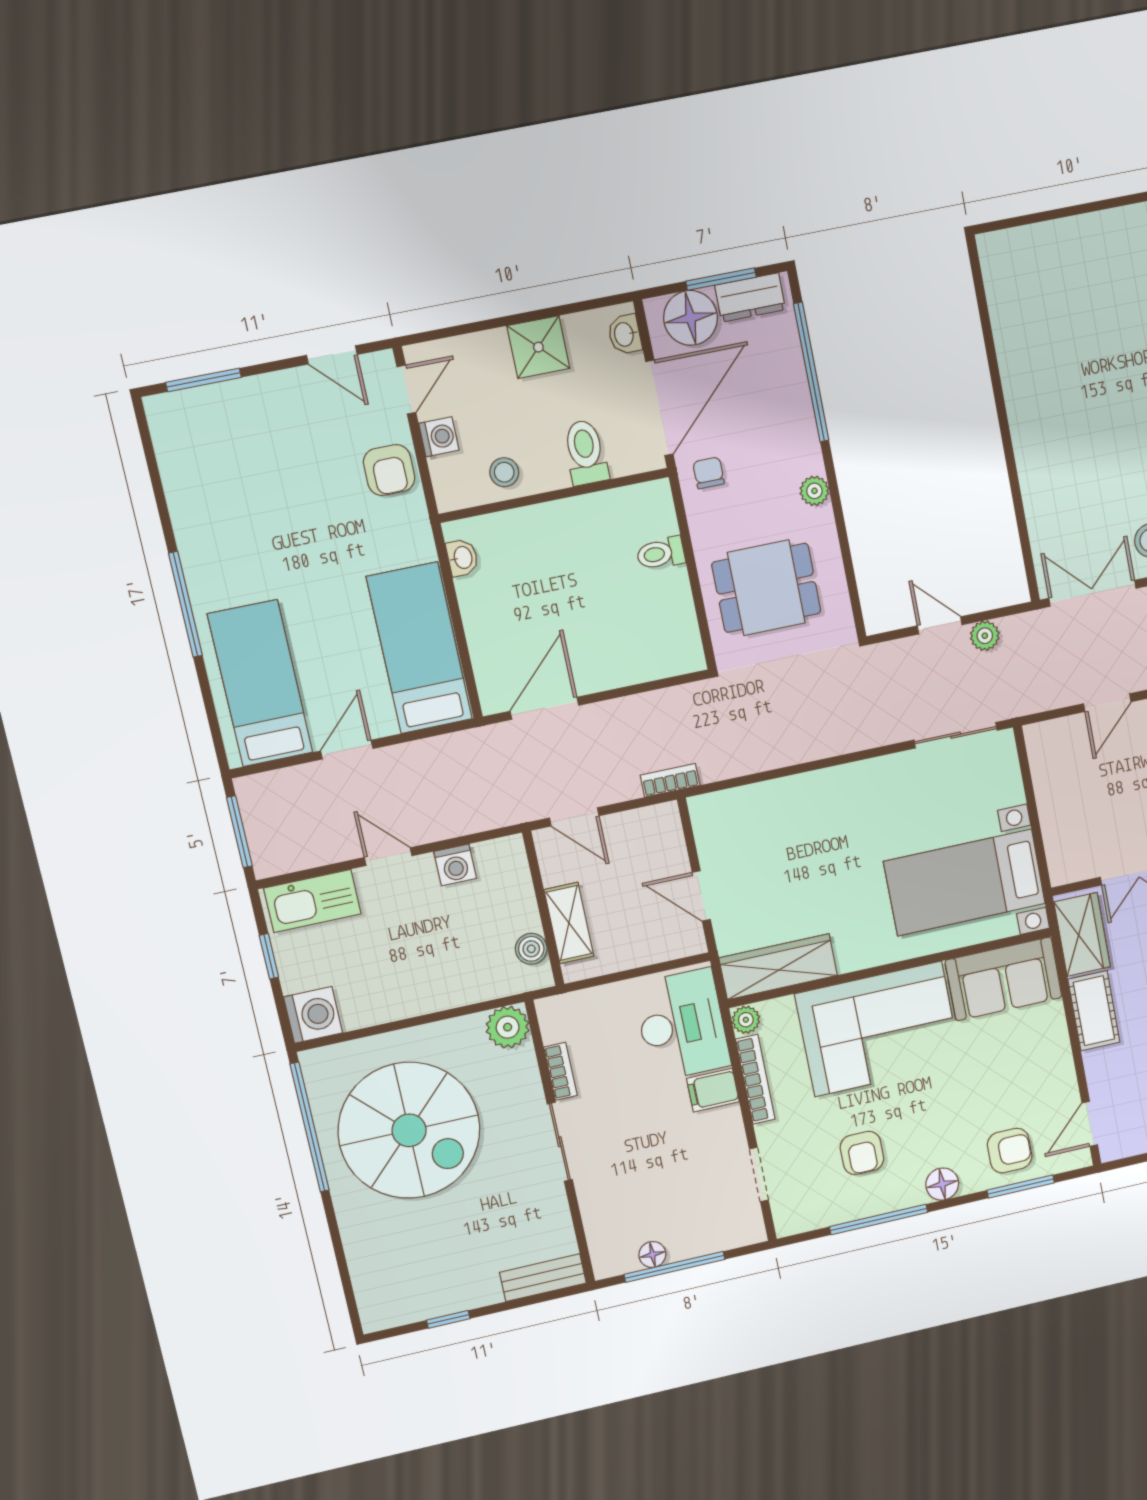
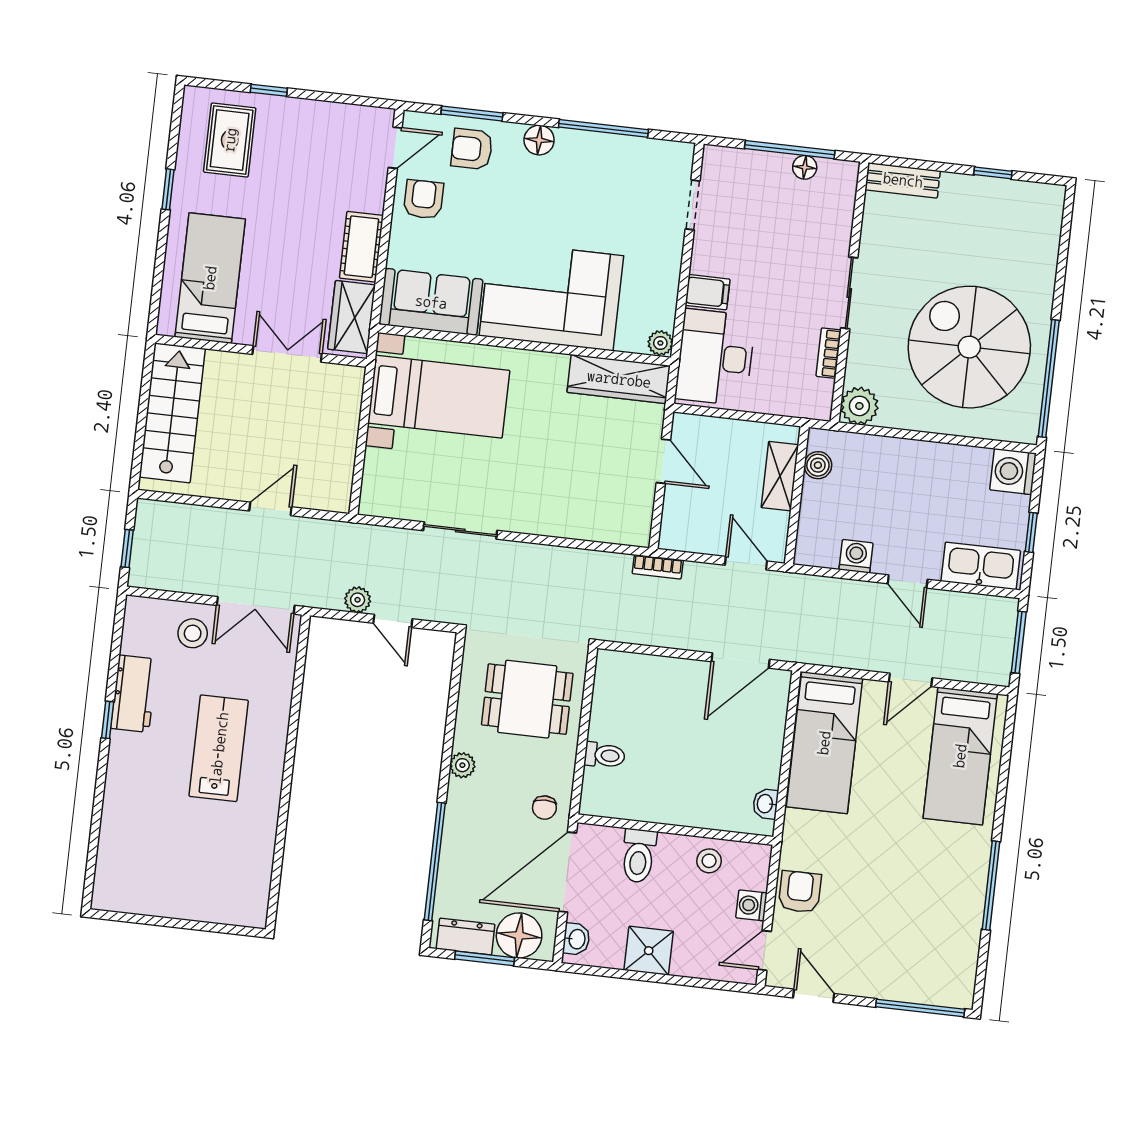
window: (203, 380) -> (920, 1008), width x1.44
lab bench: (1086, 423) -> (219, 748), added
window: (185, 604) -> (991, 886), moved
sliding door: (956, 735) -> (460, 531), moved
bookcase: (755, 1079) -> (669, 289), removed
armchair: (862, 1153) -> (423, 199), moved

